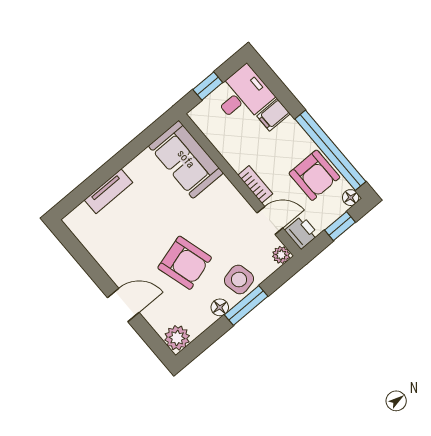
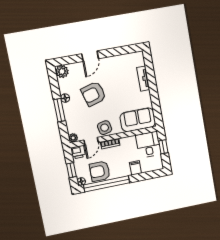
desk: (243, 95) -> (148, 145), moved, turned 180
side table: (239, 280) -> (105, 128), moved

